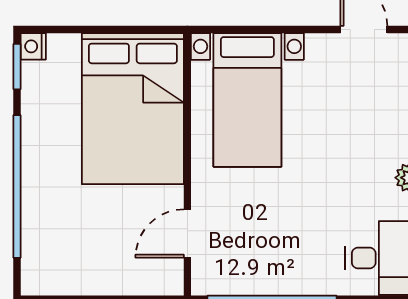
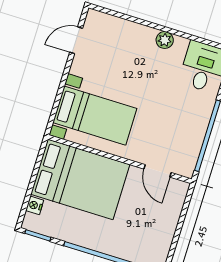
nightstand: (33, 46) -> (35, 205), moved, turned 90

